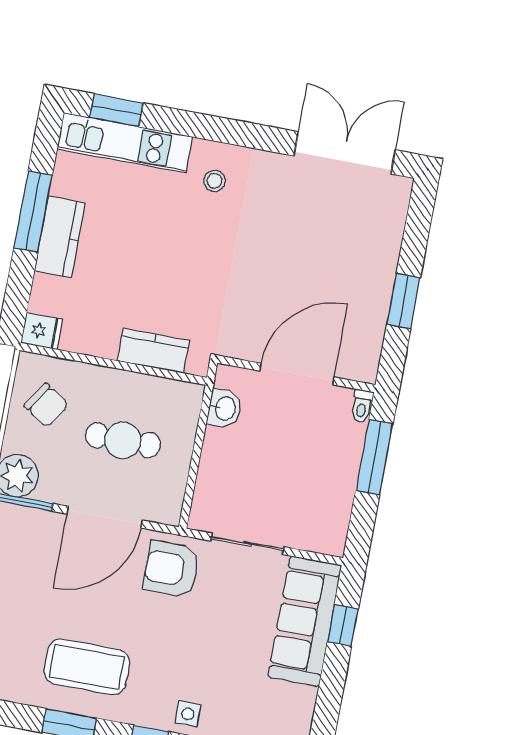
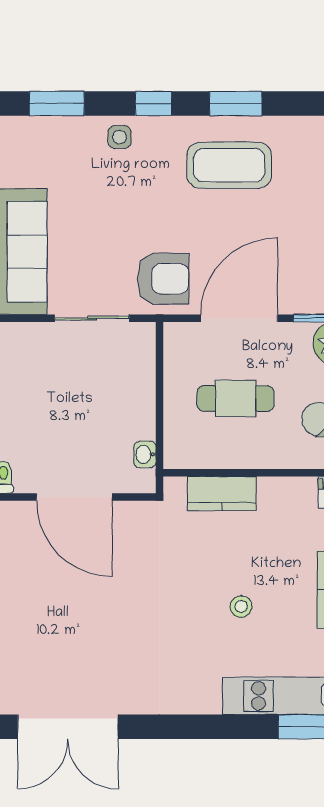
stool: (214, 181) -> (241, 606), moved
door: (297, 374) -> (74, 497), hinge flipped
washbasin: (224, 408) -> (145, 454), width x0.72, depth x0.69

